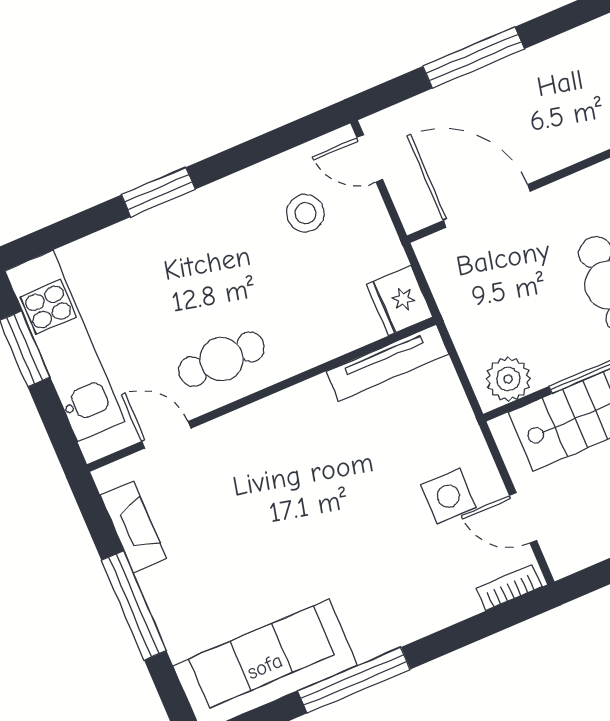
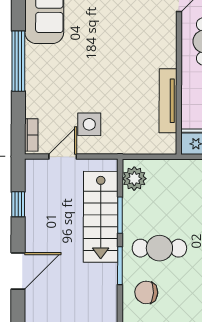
tv unit: (387, 363) -> (168, 101), moved
window: (354, 680) -> (18, 61), moved

